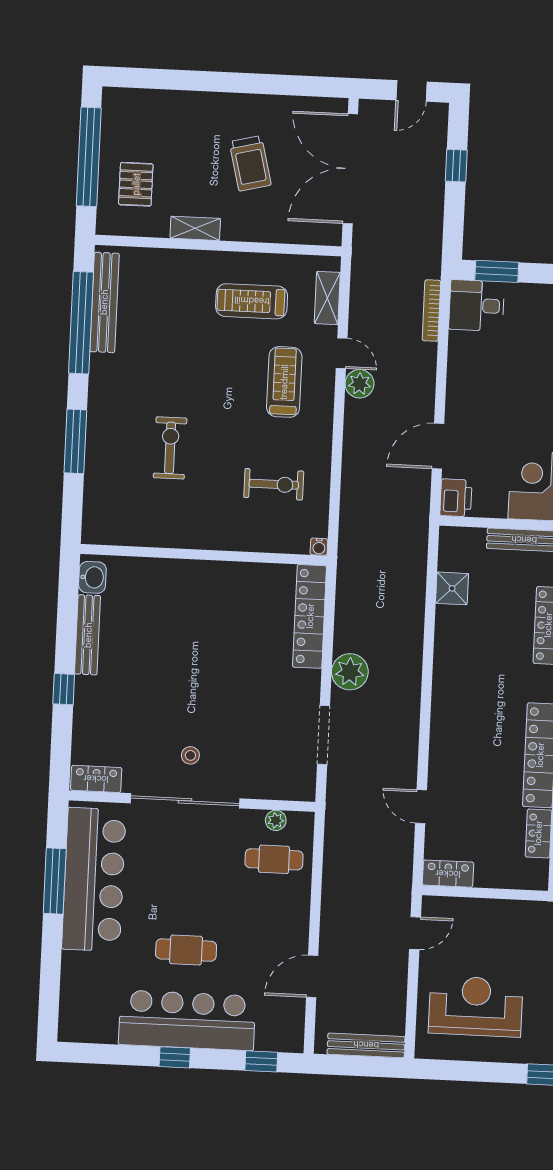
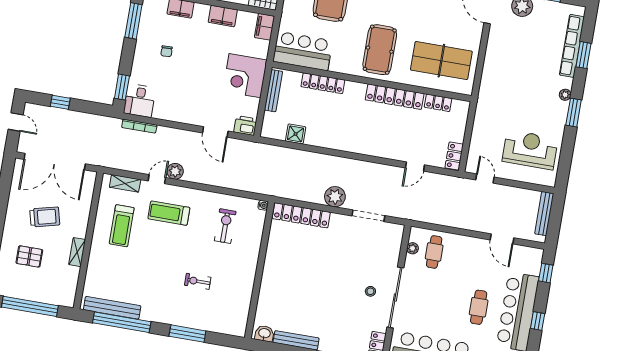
pallet: (136, 184) -> (29, 256), moved
exercise bike: (170, 448) -> (198, 281), width x0.73, depth x0.72
reception desk: (476, 1006) -> (530, 150), turned 90

